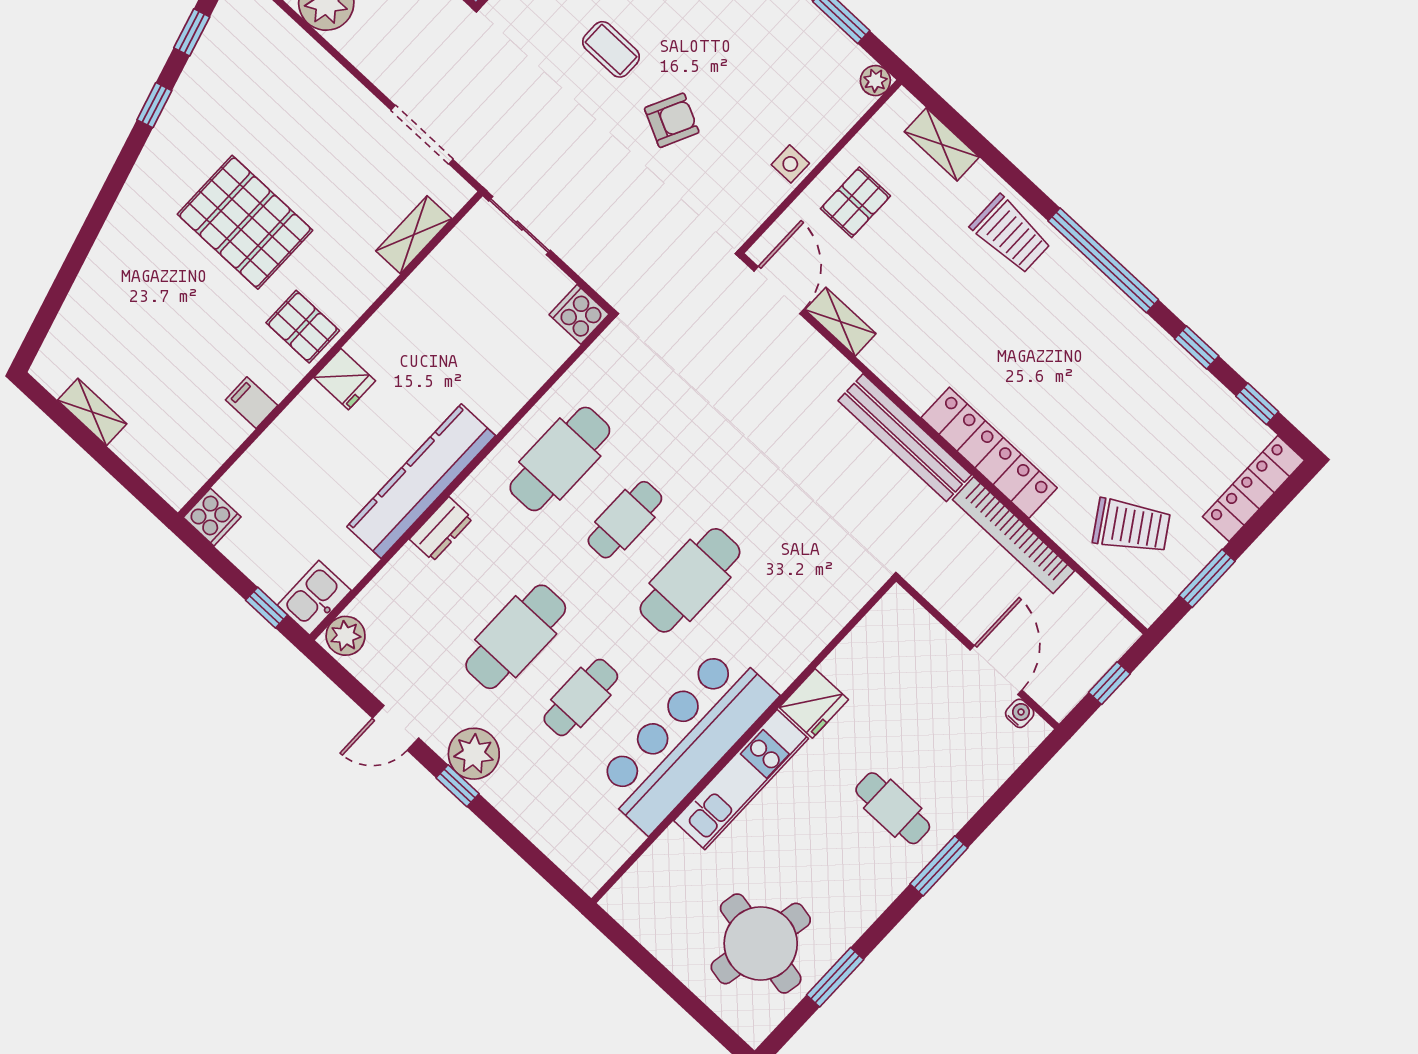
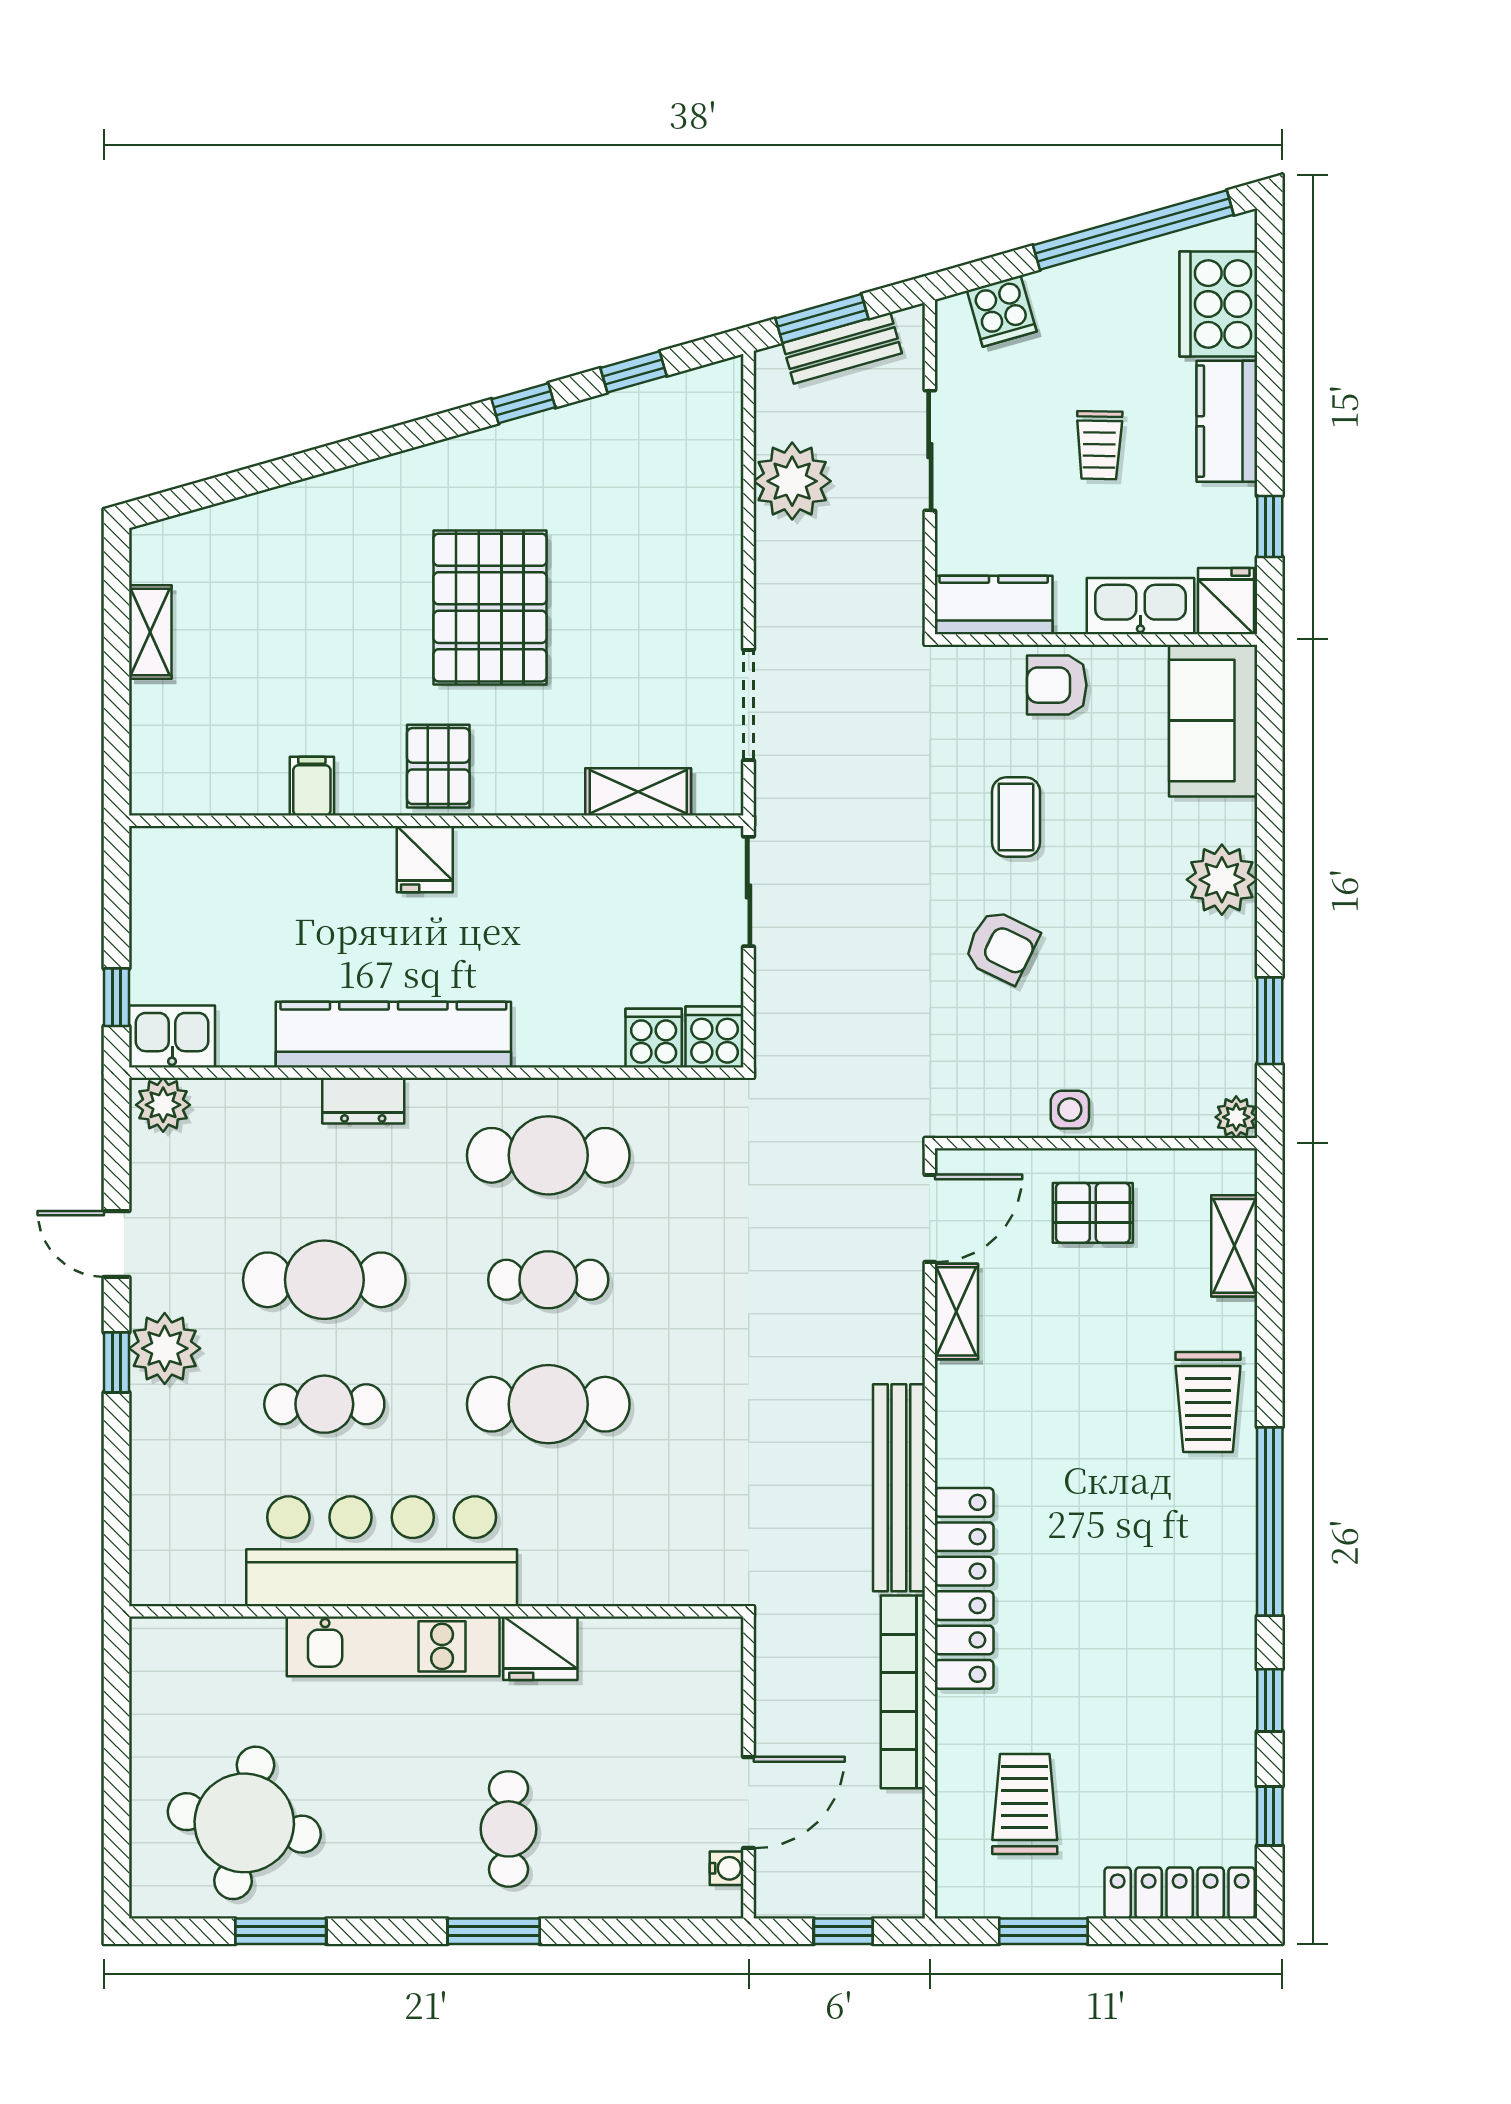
cooker: (212, 517) -> (654, 1038), moved, turned 180
trolley: (1131, 526) -> (1025, 1804), turned -147

